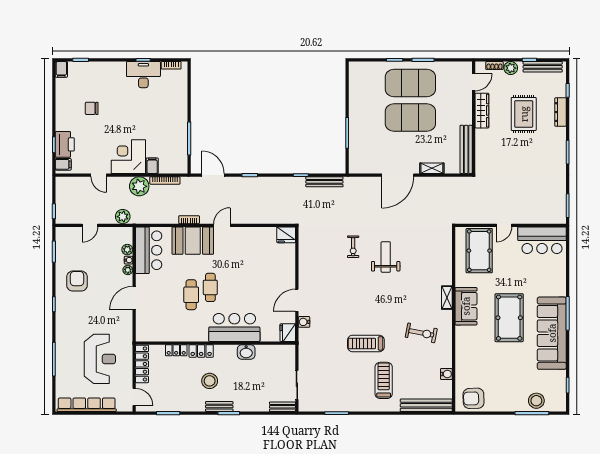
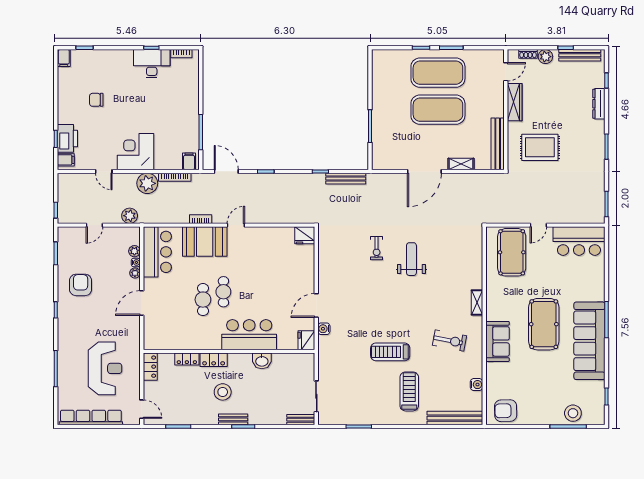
rug: (524, 114) -> (540, 147), moved, turned 90
filing cabinet: (152, 166) -> (189, 161), moved
sofa: (466, 306) -> (498, 341), moved
locker: (142, 364) -> (150, 367), width x0.66

